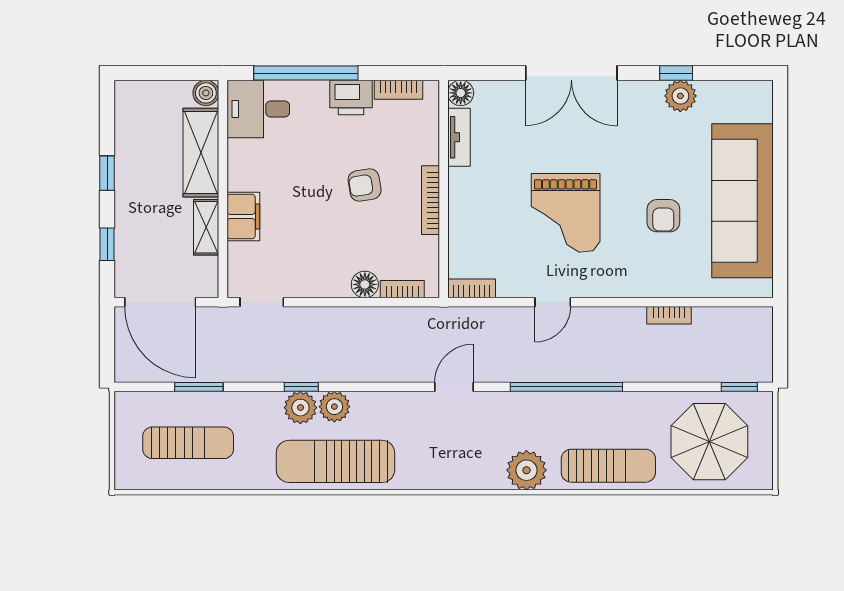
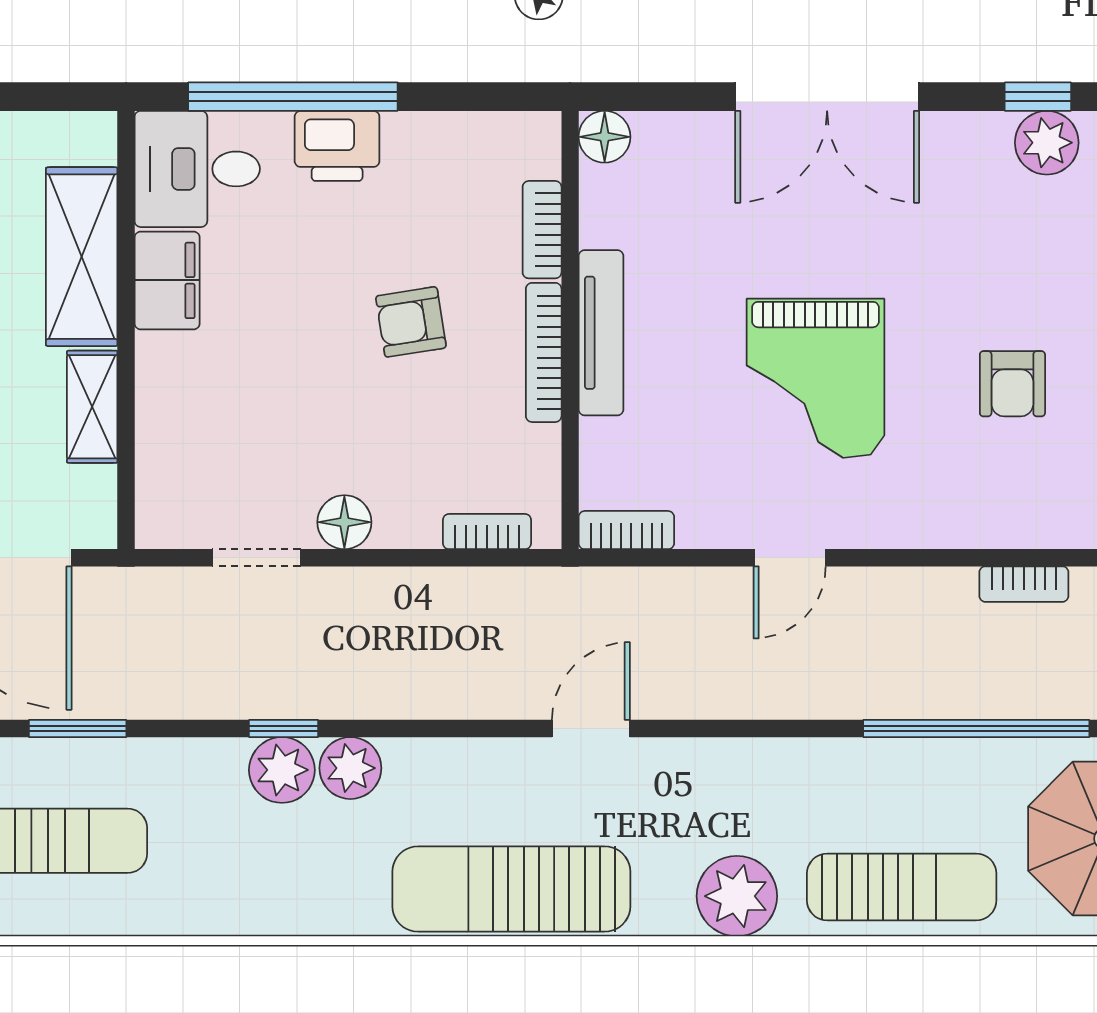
bookcase: (399, 90) -> (542, 230), moved, turned 90
boiler: (206, 93) -> (92, 137), removed
printer: (351, 98) -> (337, 146), moved
tv unit: (459, 137) -> (601, 333), moved, width x1.41
filing cabinet: (243, 217) -> (167, 280), moved
floor lamp: (365, 284) -> (344, 522), moved
doorway: (262, 302) -> (257, 558), moved
window: (566, 387) -> (976, 728), moved
sun lounger: (335, 461) -> (511, 889), moved

